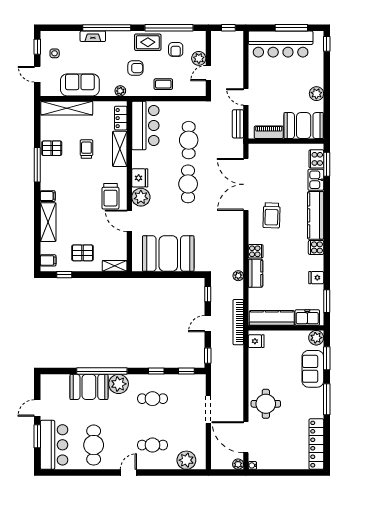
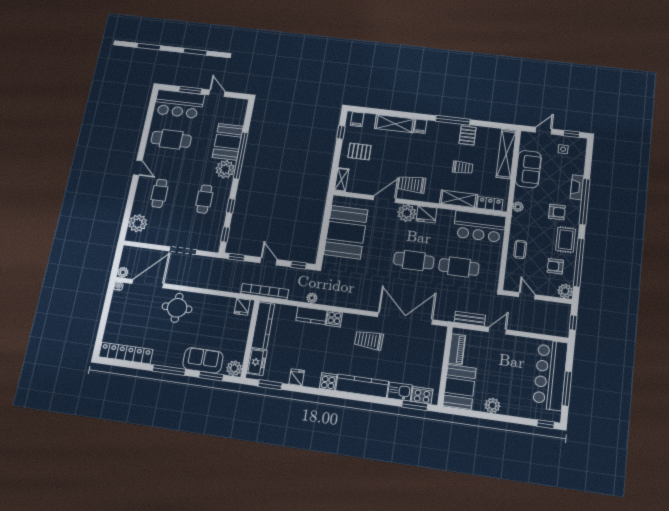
plant: (199, 58) -> (565, 291), moved
armchair: (135, 68) -> (557, 212), moved, turned -90
pallet: (83, 253) -> (359, 151), turned 90

